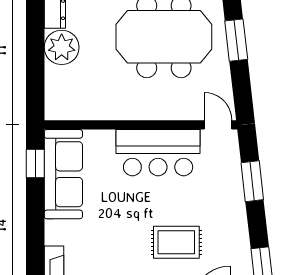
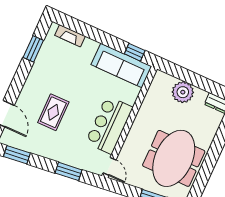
plant: (62, 47) -> (183, 92), moved
door: (218, 125) -> (110, 166), hinge flipped

